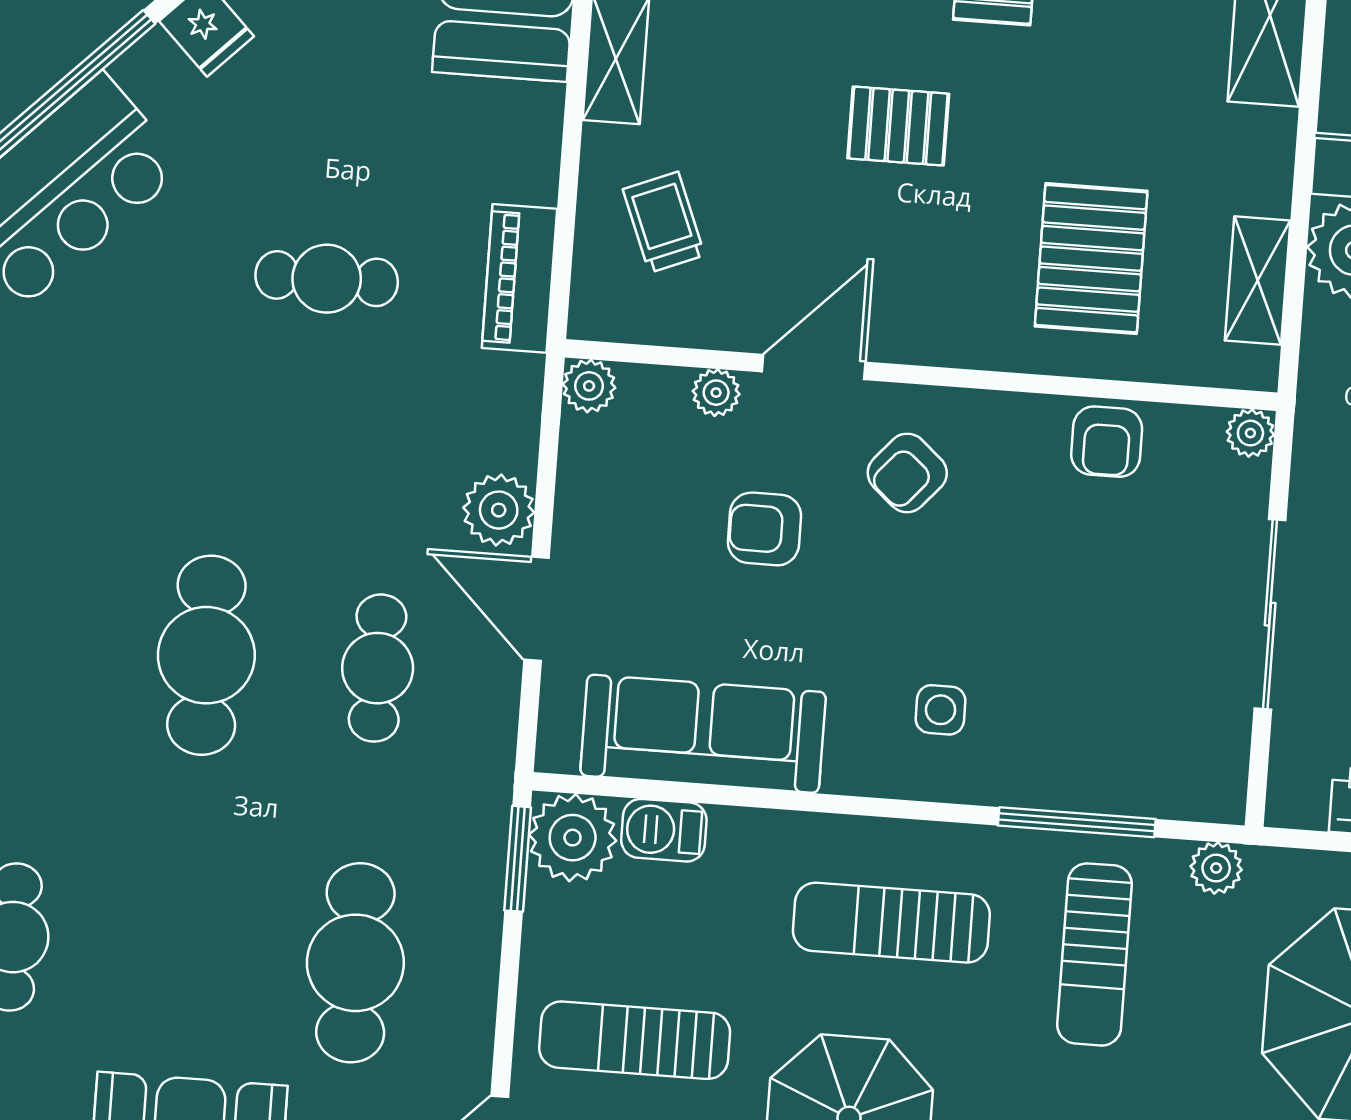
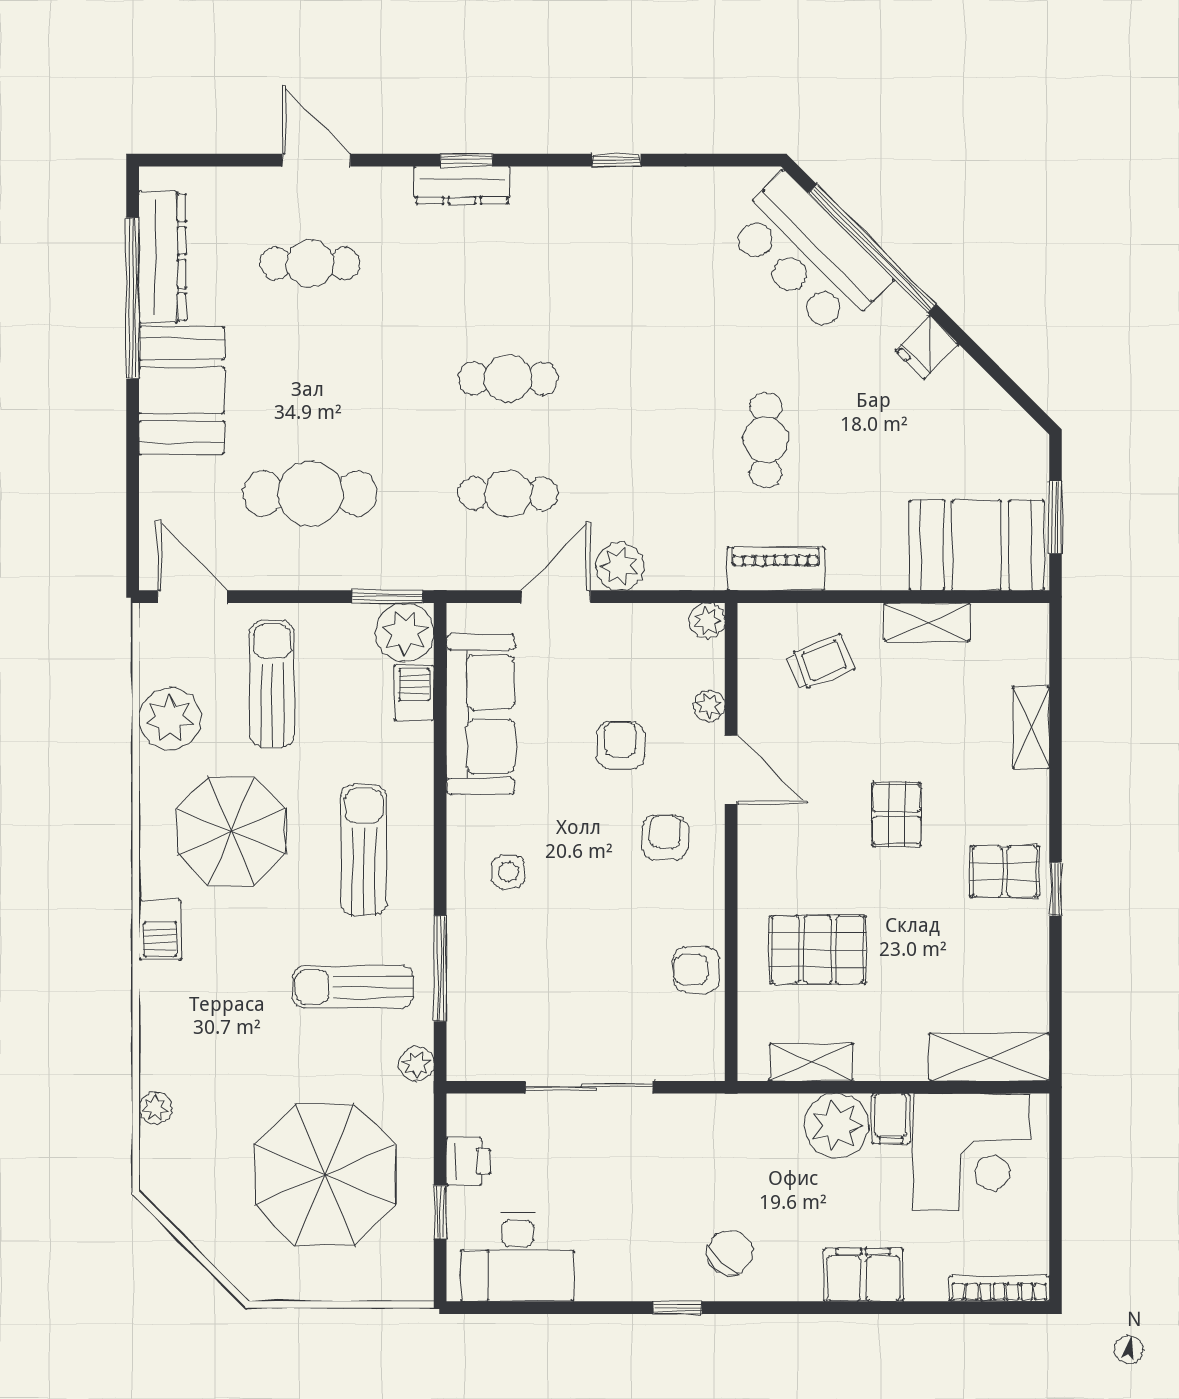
plant: (1250, 433) -> (709, 1065), removed
armchair: (907, 473) -> (665, 838), turned 49
cafe table: (206, 655) -> (508, 378), width x0.73, depth x0.74

